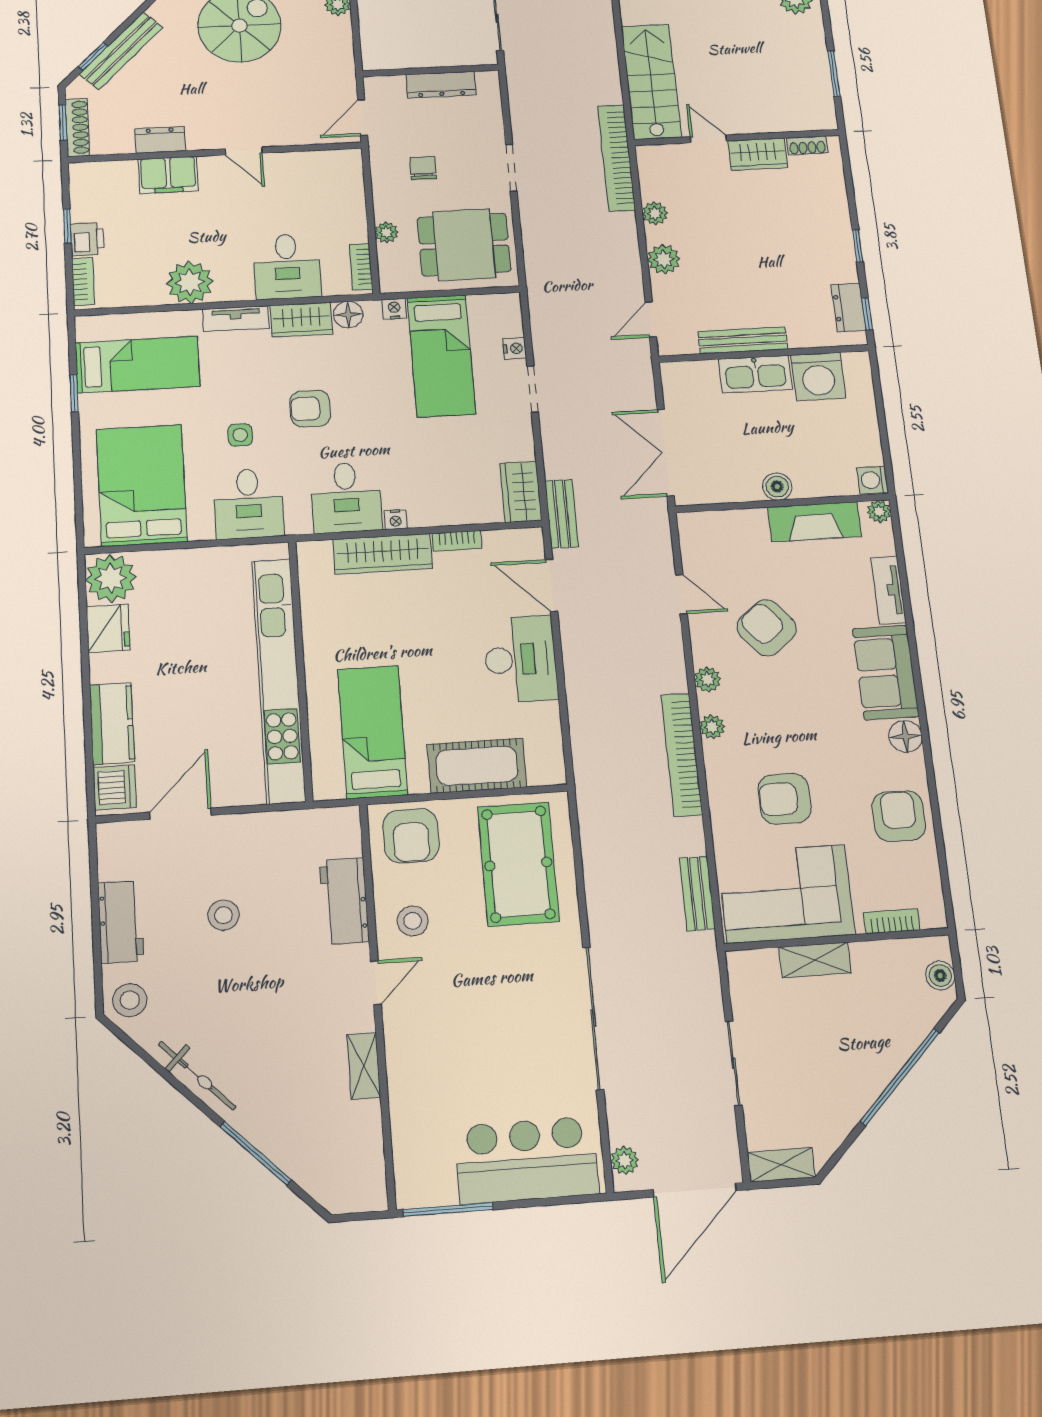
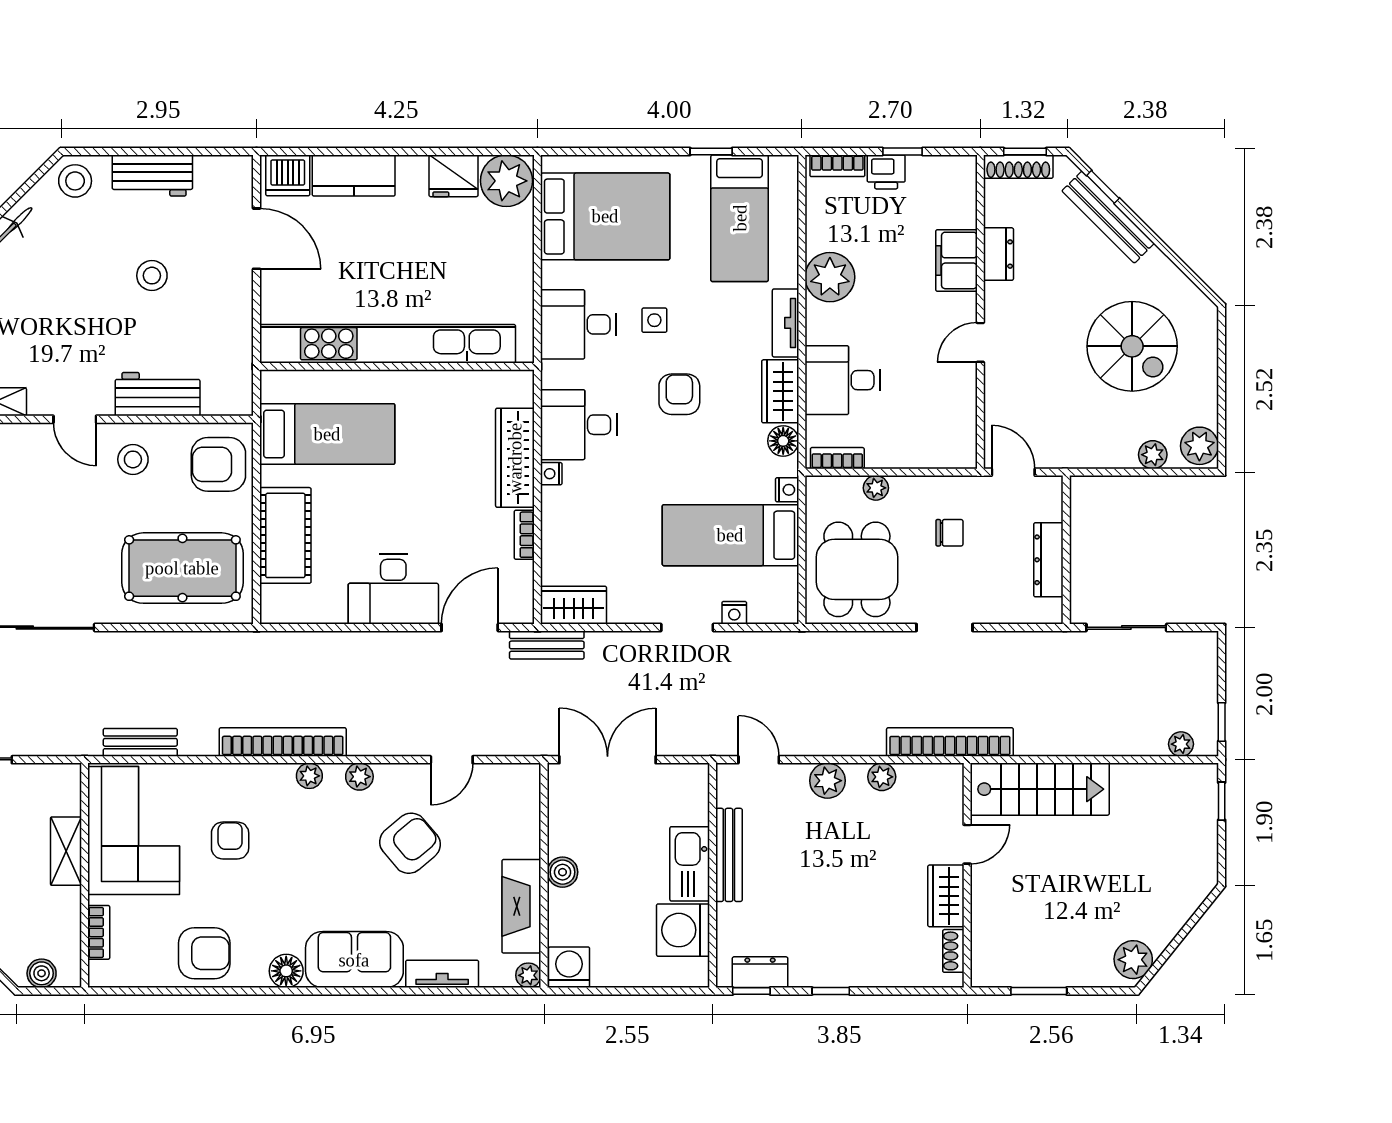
washing machine: (873, 480) -> (569, 967), width x1.38, depth x1.38
armchair: (785, 799) -> (230, 840), width x0.72, depth x0.72

